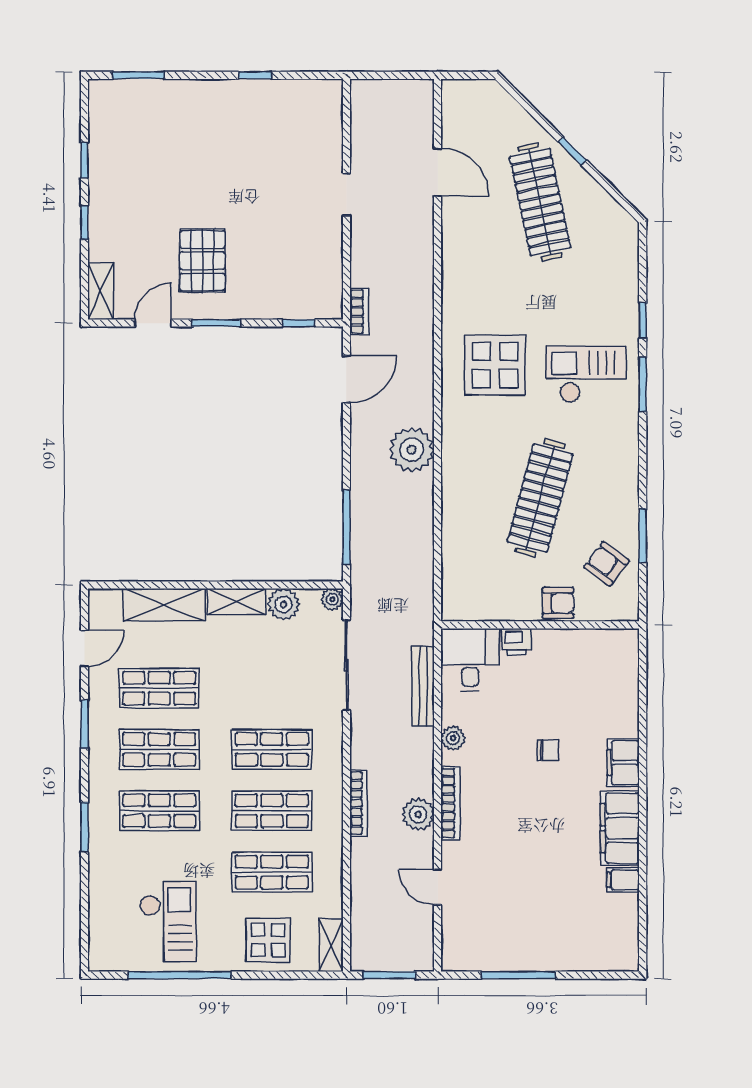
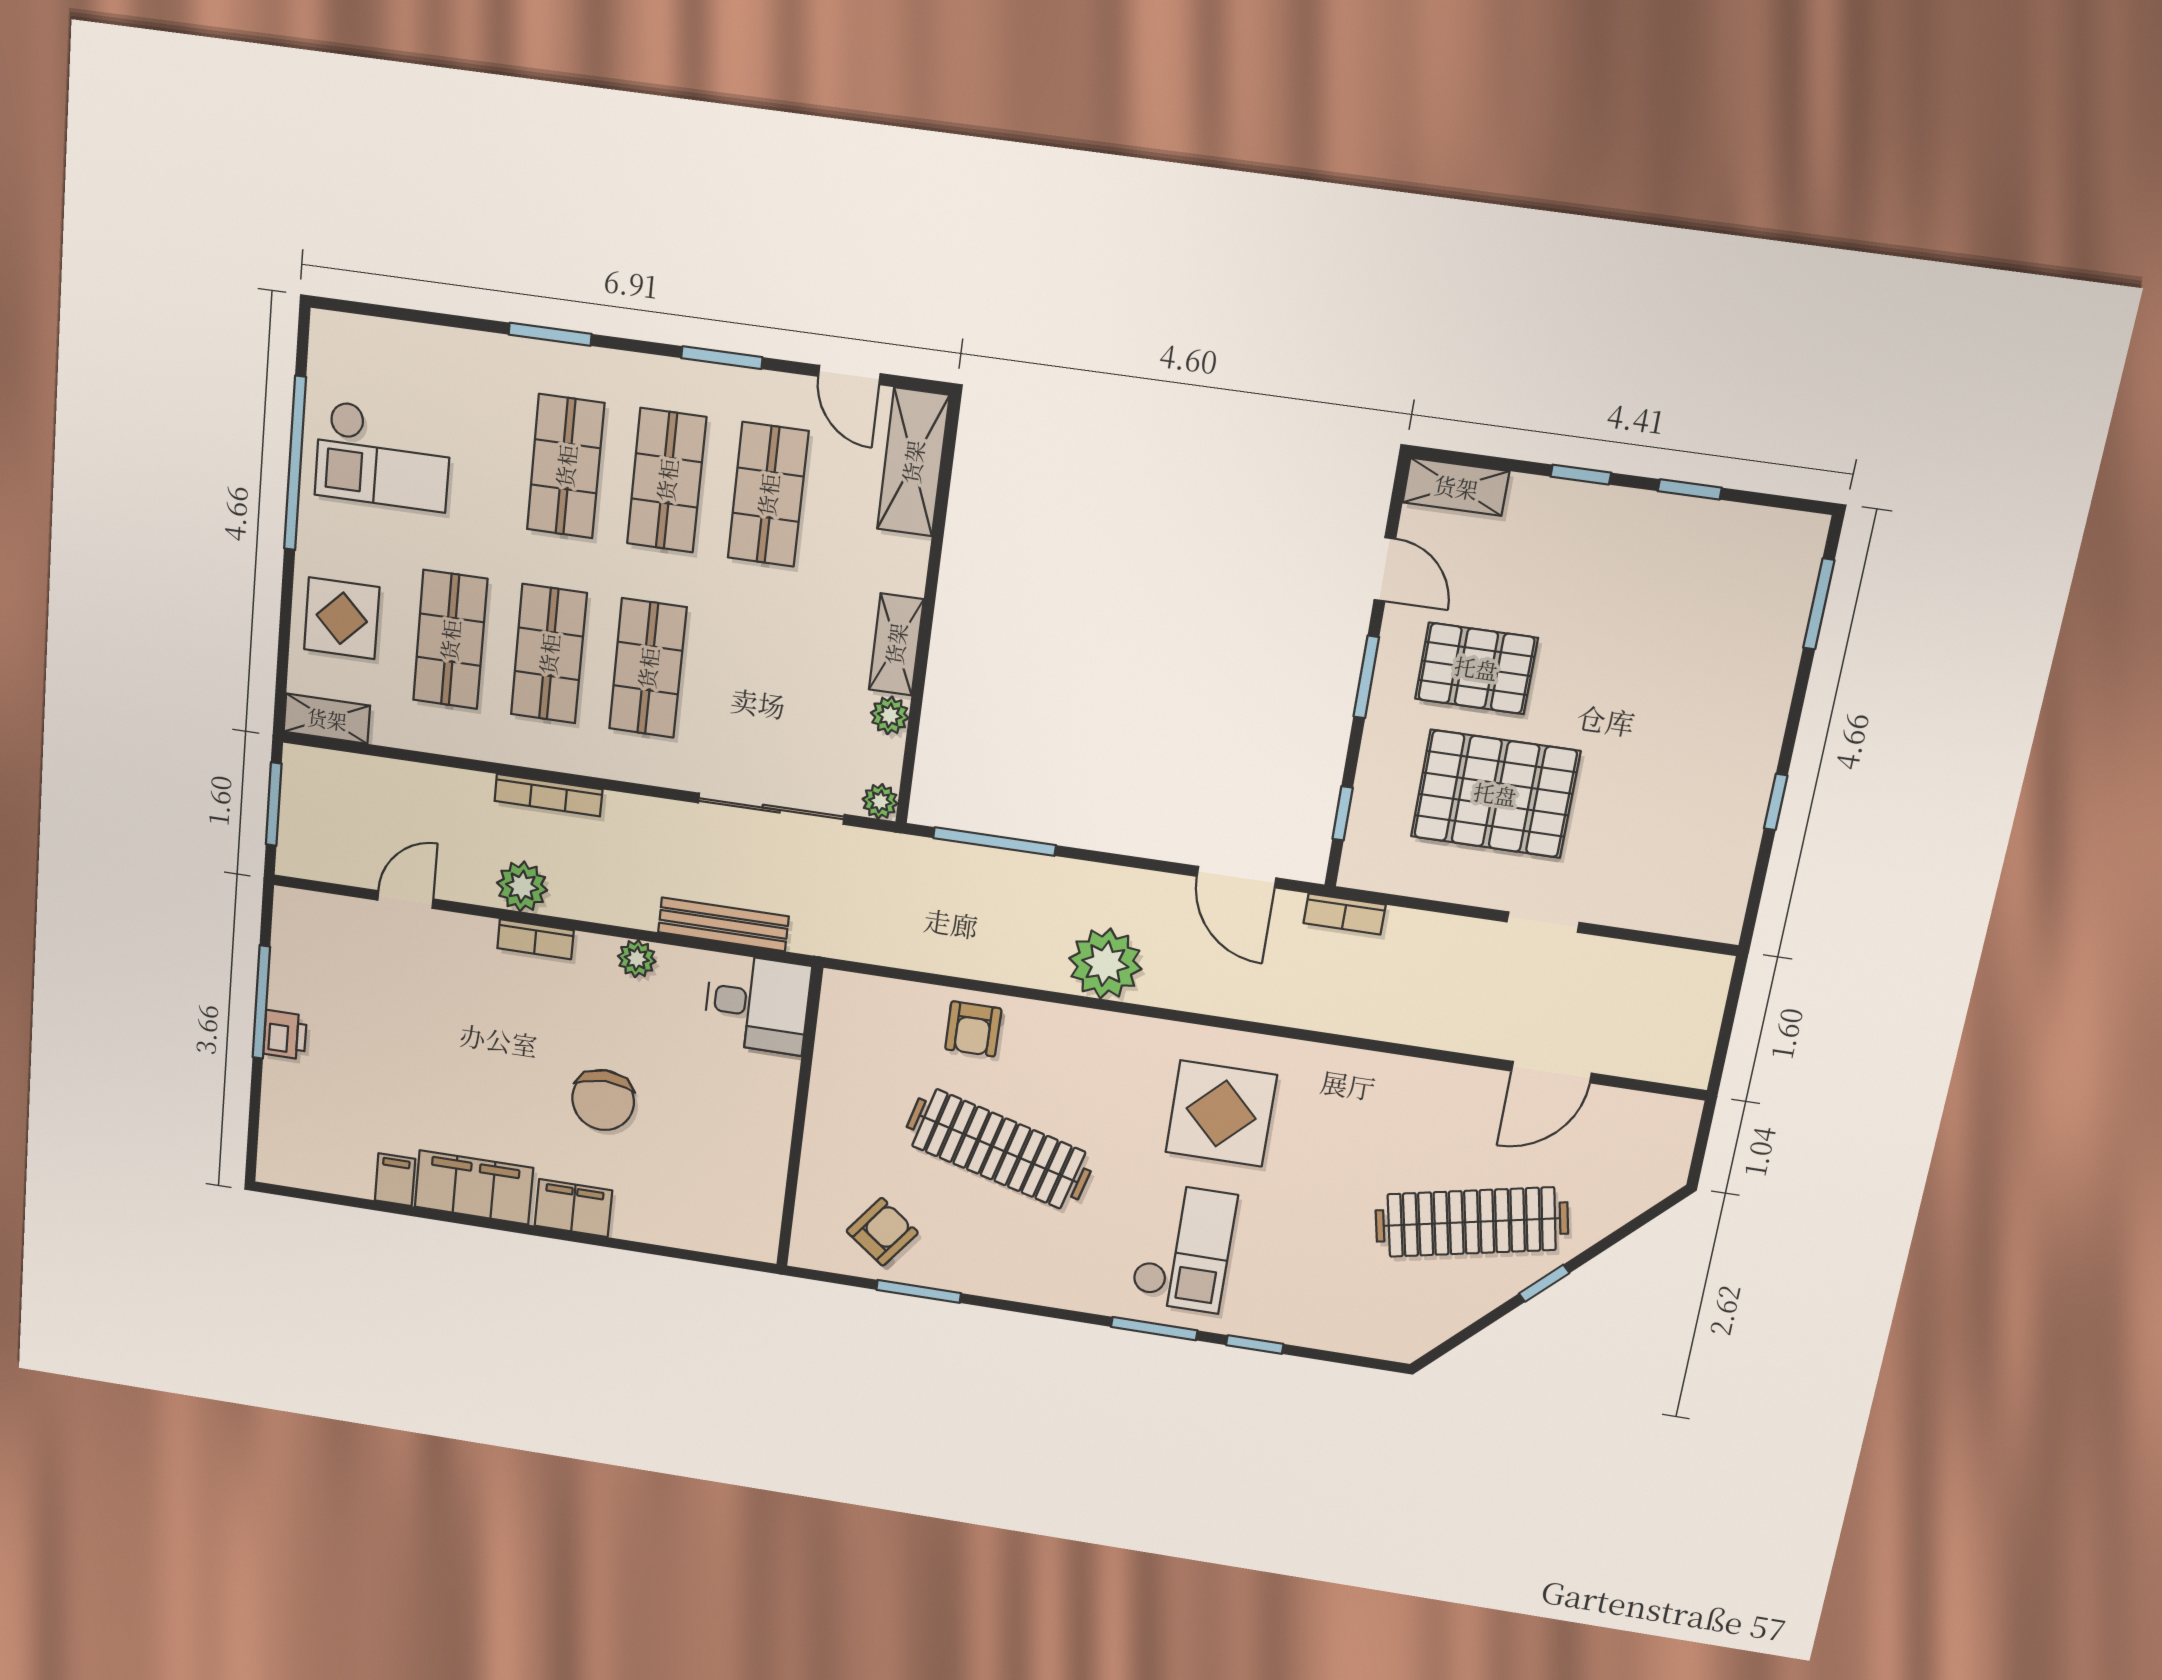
pallet: (274, 236) -> (1495, 794), added
armchair: (558, 603) -> (973, 1029), moved
plant: (284, 604) -> (890, 715), width x0.73, depth x0.73
shelving: (164, 605) -> (913, 462), moved
printer: (516, 642) -> (285, 1035), moved, turned 180
chair: (548, 750) -> (603, 1100), width x1.87, depth x1.87
bookcase: (450, 803) -> (535, 939), width x0.64

